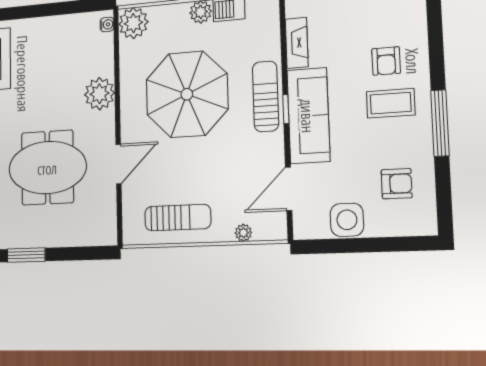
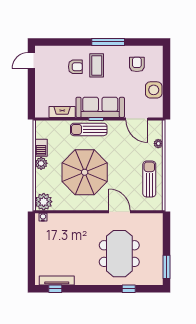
plant: (100, 94) -> (81, 222), removed

